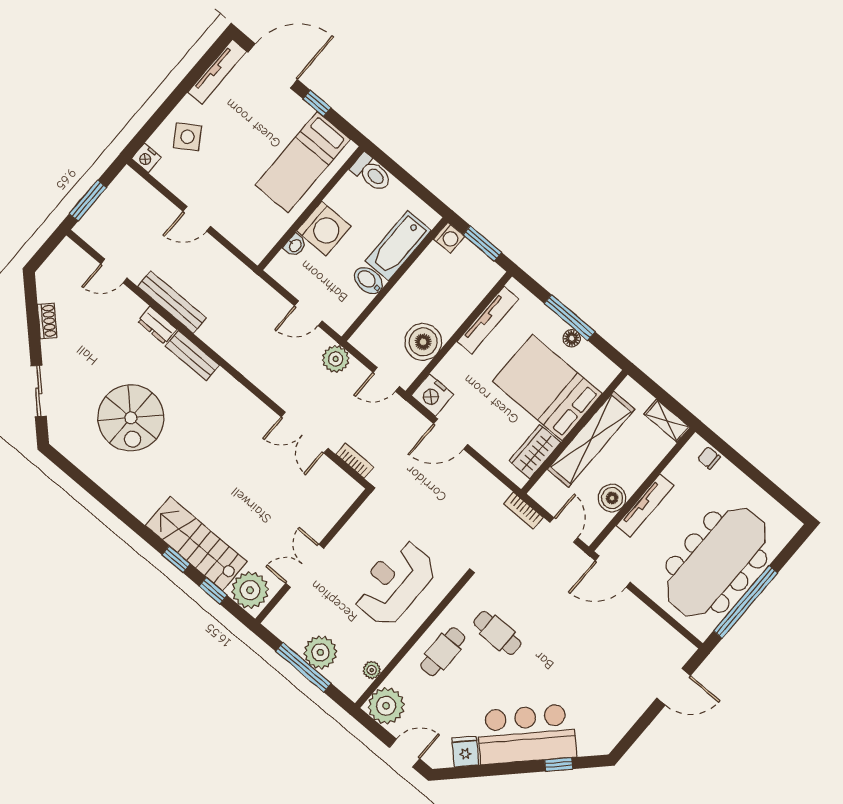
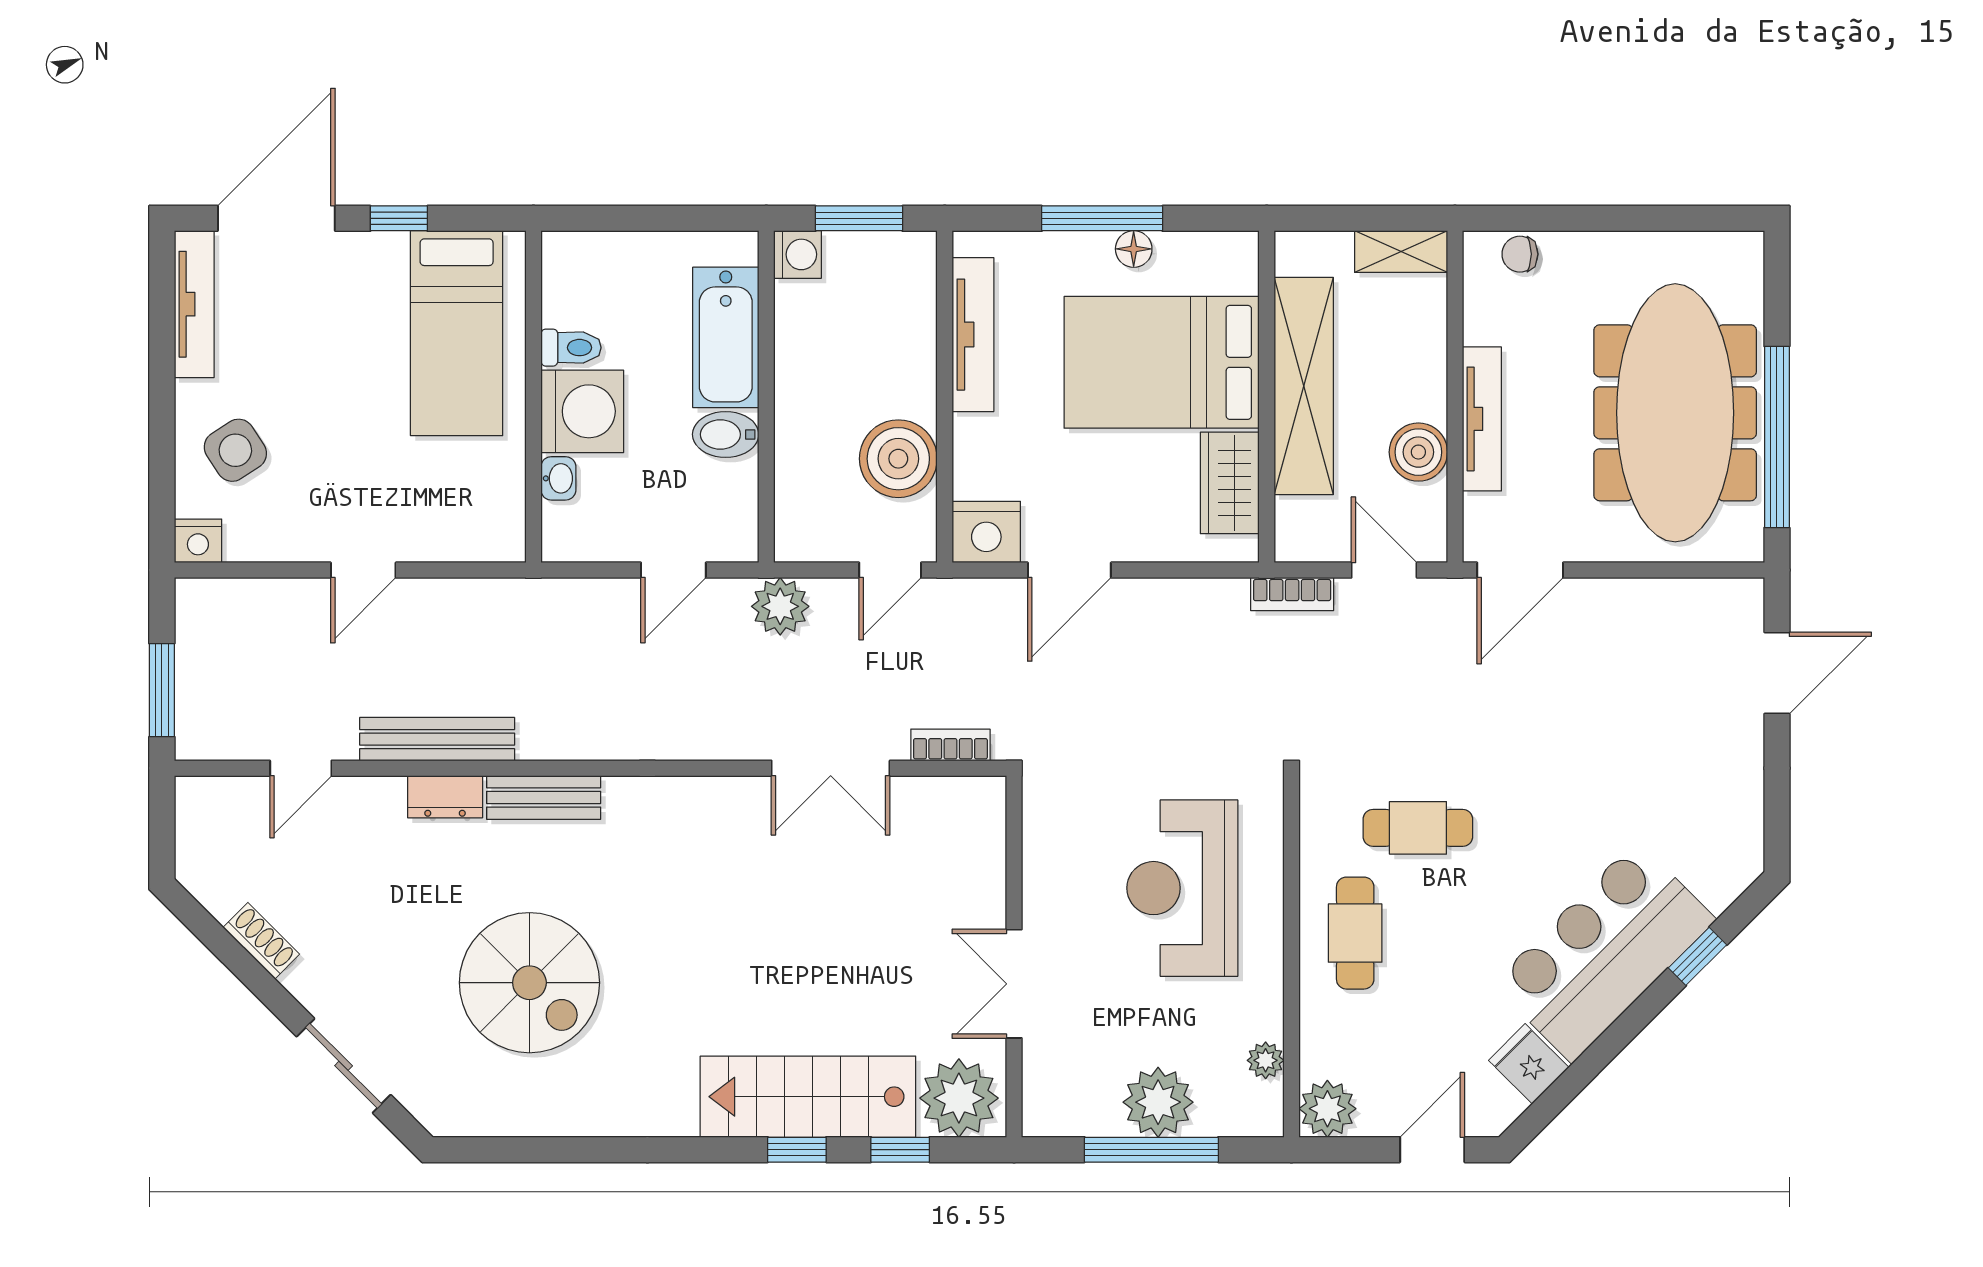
toilet: (371, 173) -> (571, 348), moved, width x0.73, depth x0.72
plant: (386, 706) -> (1327, 1109), width x0.73, depth x0.73

